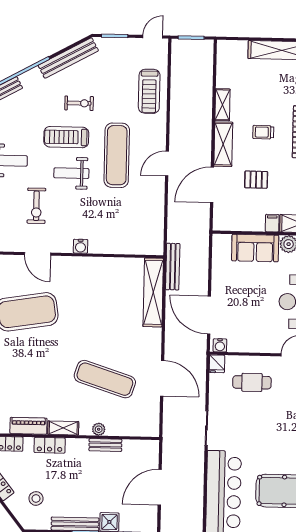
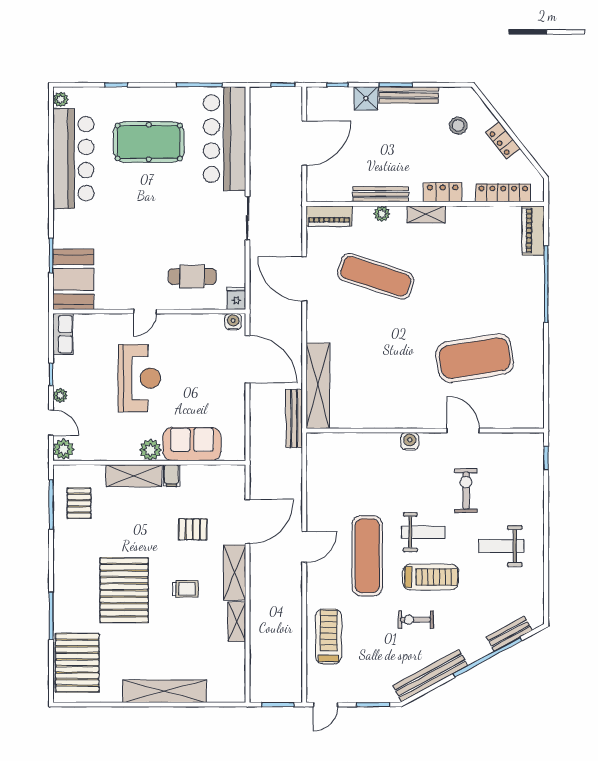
piano: (28, 426) -> (329, 216), moved
bench: (105, 445) -> (381, 194), width x1.36

